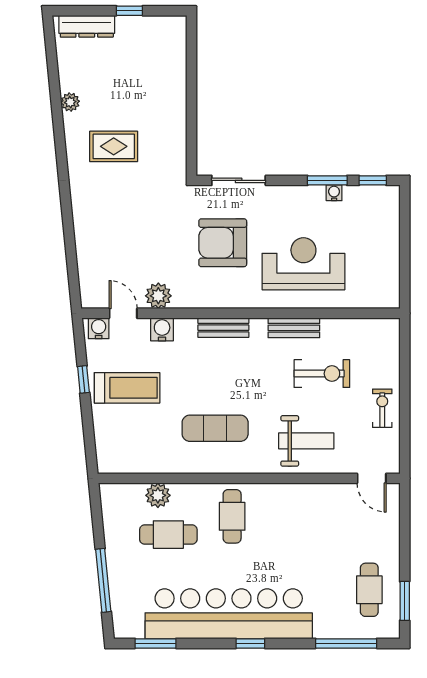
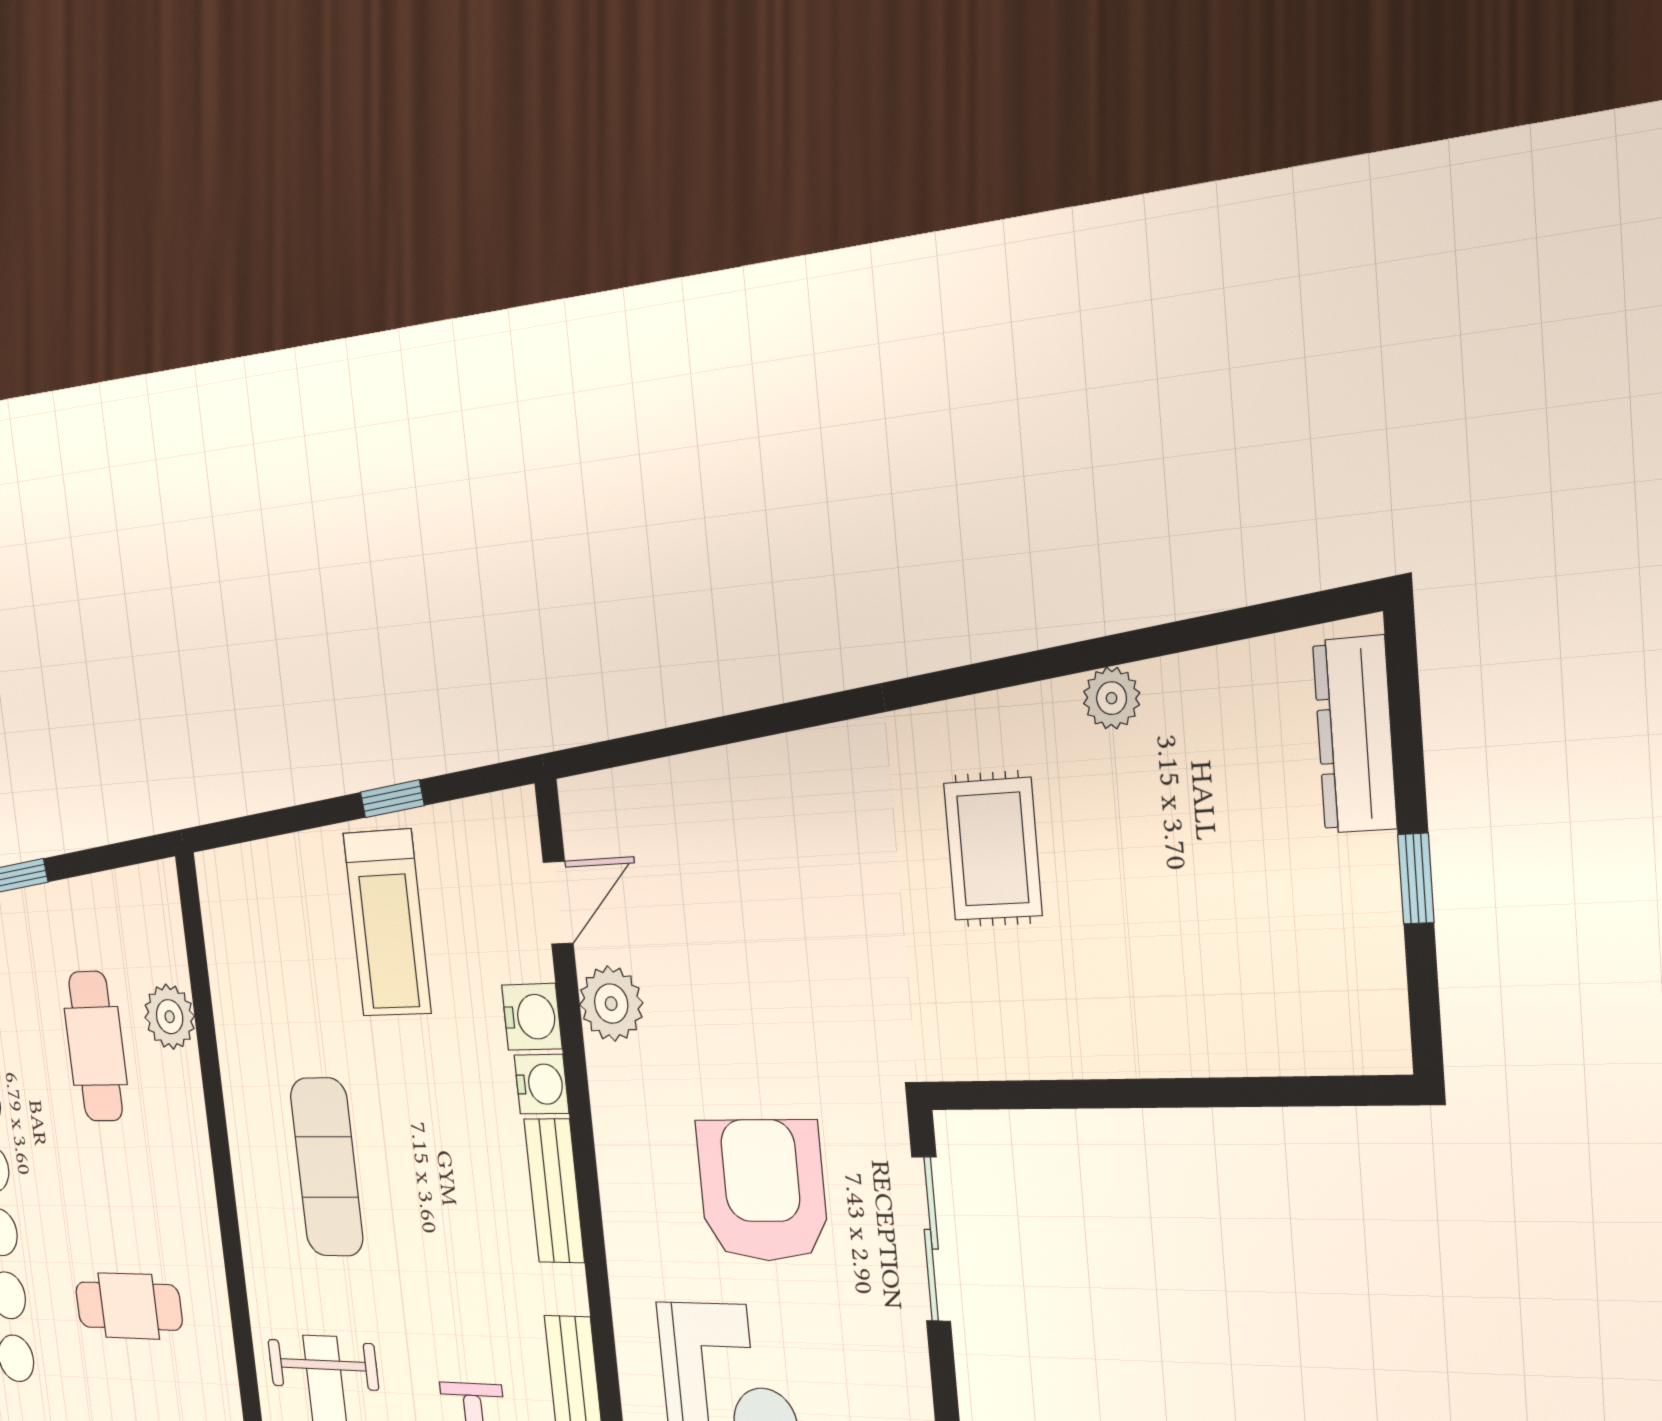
water cooler: (99, 328) -> (541, 1084), moved
cafe table: (232, 516) -> (129, 1306), moved

